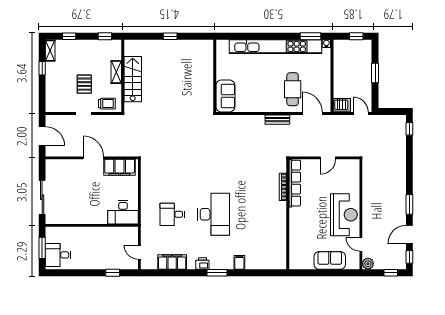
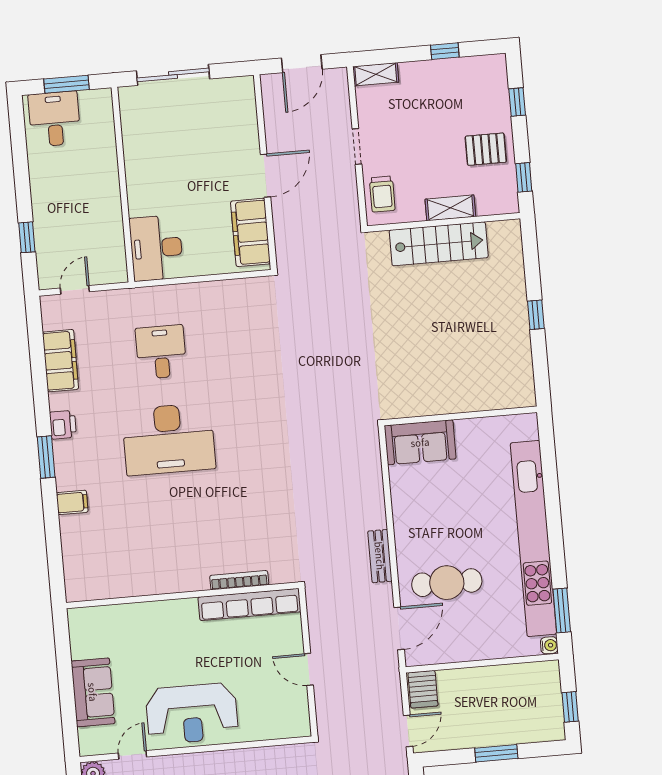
shelving: (50, 51) -> (376, 74), moved
pallet: (84, 84) -> (486, 149), moved

